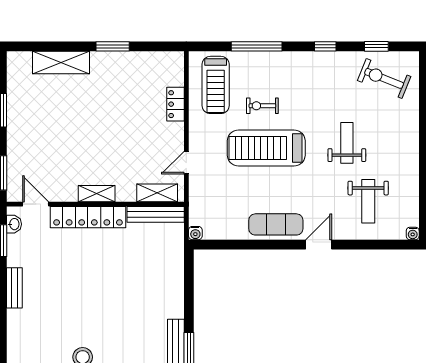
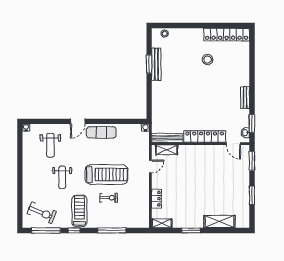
window: (376, 46) -> (46, 230), width x2.17
treadmill: (216, 85) -> (79, 211), moved
shelving: (97, 194) -> (162, 223), moved
weight bench: (368, 201) -> (50, 145), turned 180

